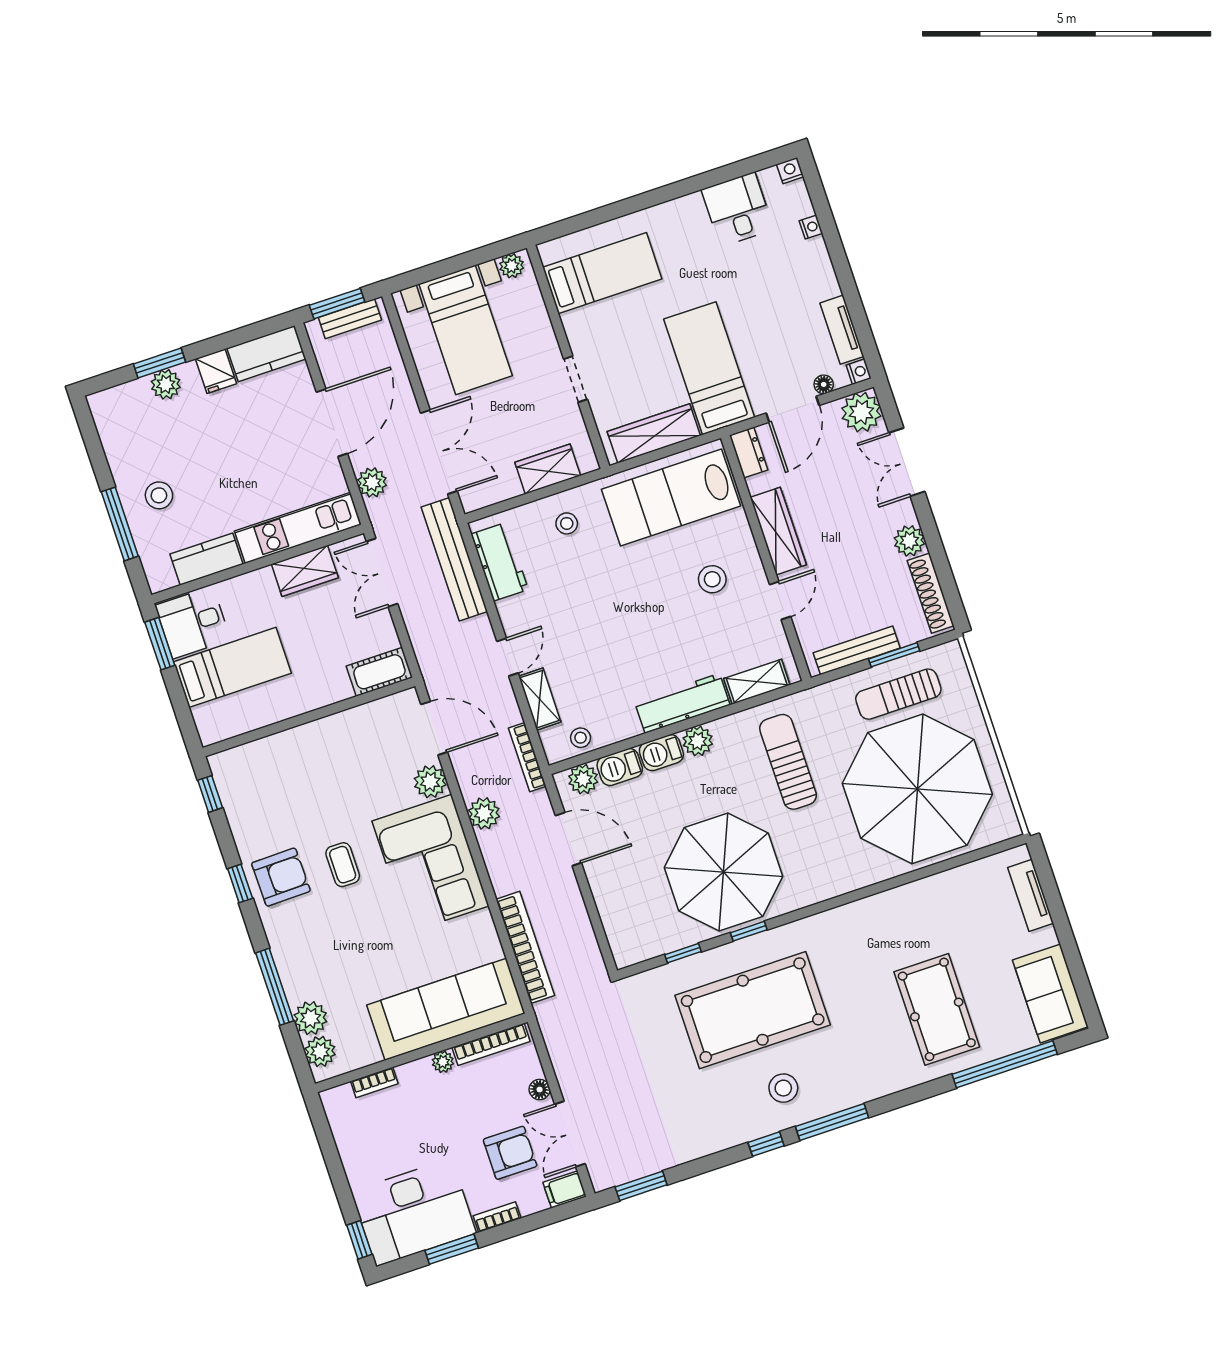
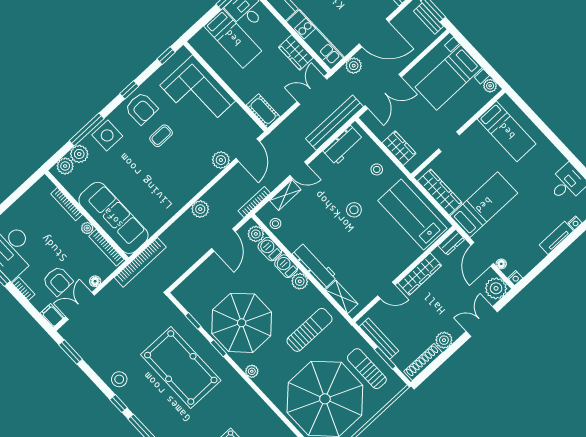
tv unit: (842, 330) -> (556, 238), moved
door: (793, 409) -> (482, 254), hinge flipped
stool: (712, 579) -> (354, 210), moved
plant: (484, 813) -> (200, 209), moved
corner sofa: (430, 863) -> (198, 93), moved, turned -90
plant: (814, 892) -> (252, 371), added
bookcase: (525, 947) -> (140, 262), moved
side table: (301, 956) -> (107, 135), added
bookcase: (374, 1082) -> (67, 204), width x1.56
stool: (783, 1088) -> (119, 379), moved

